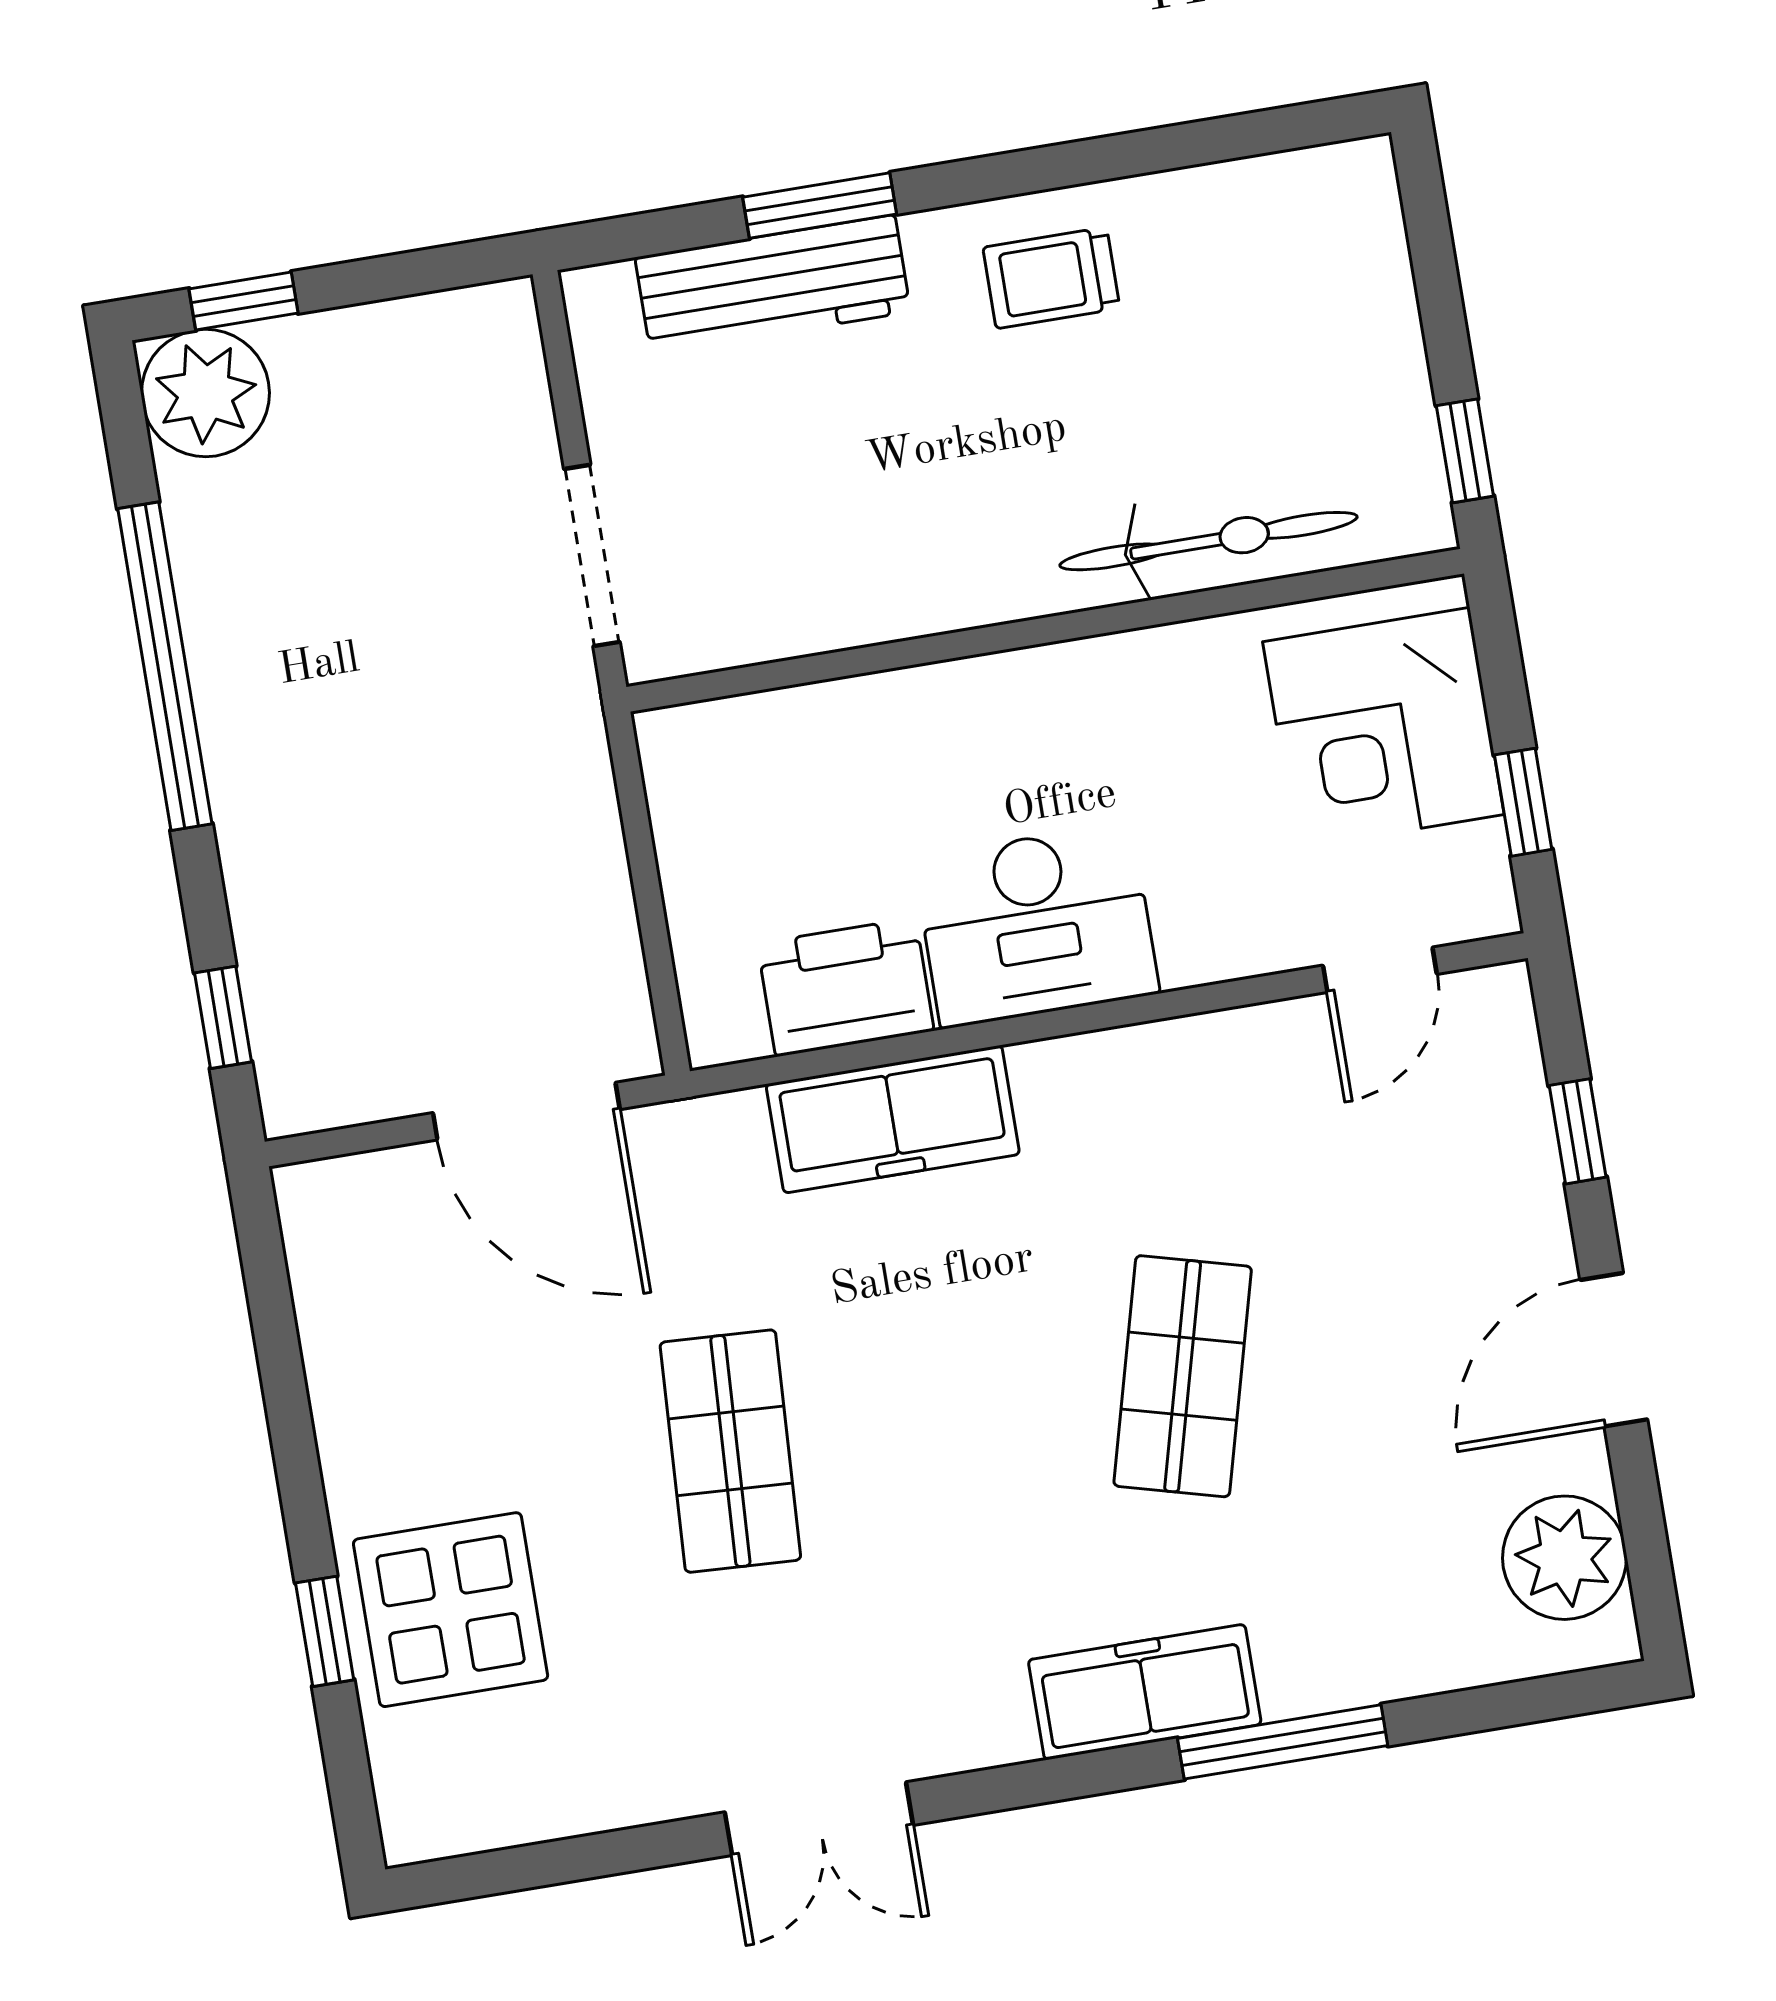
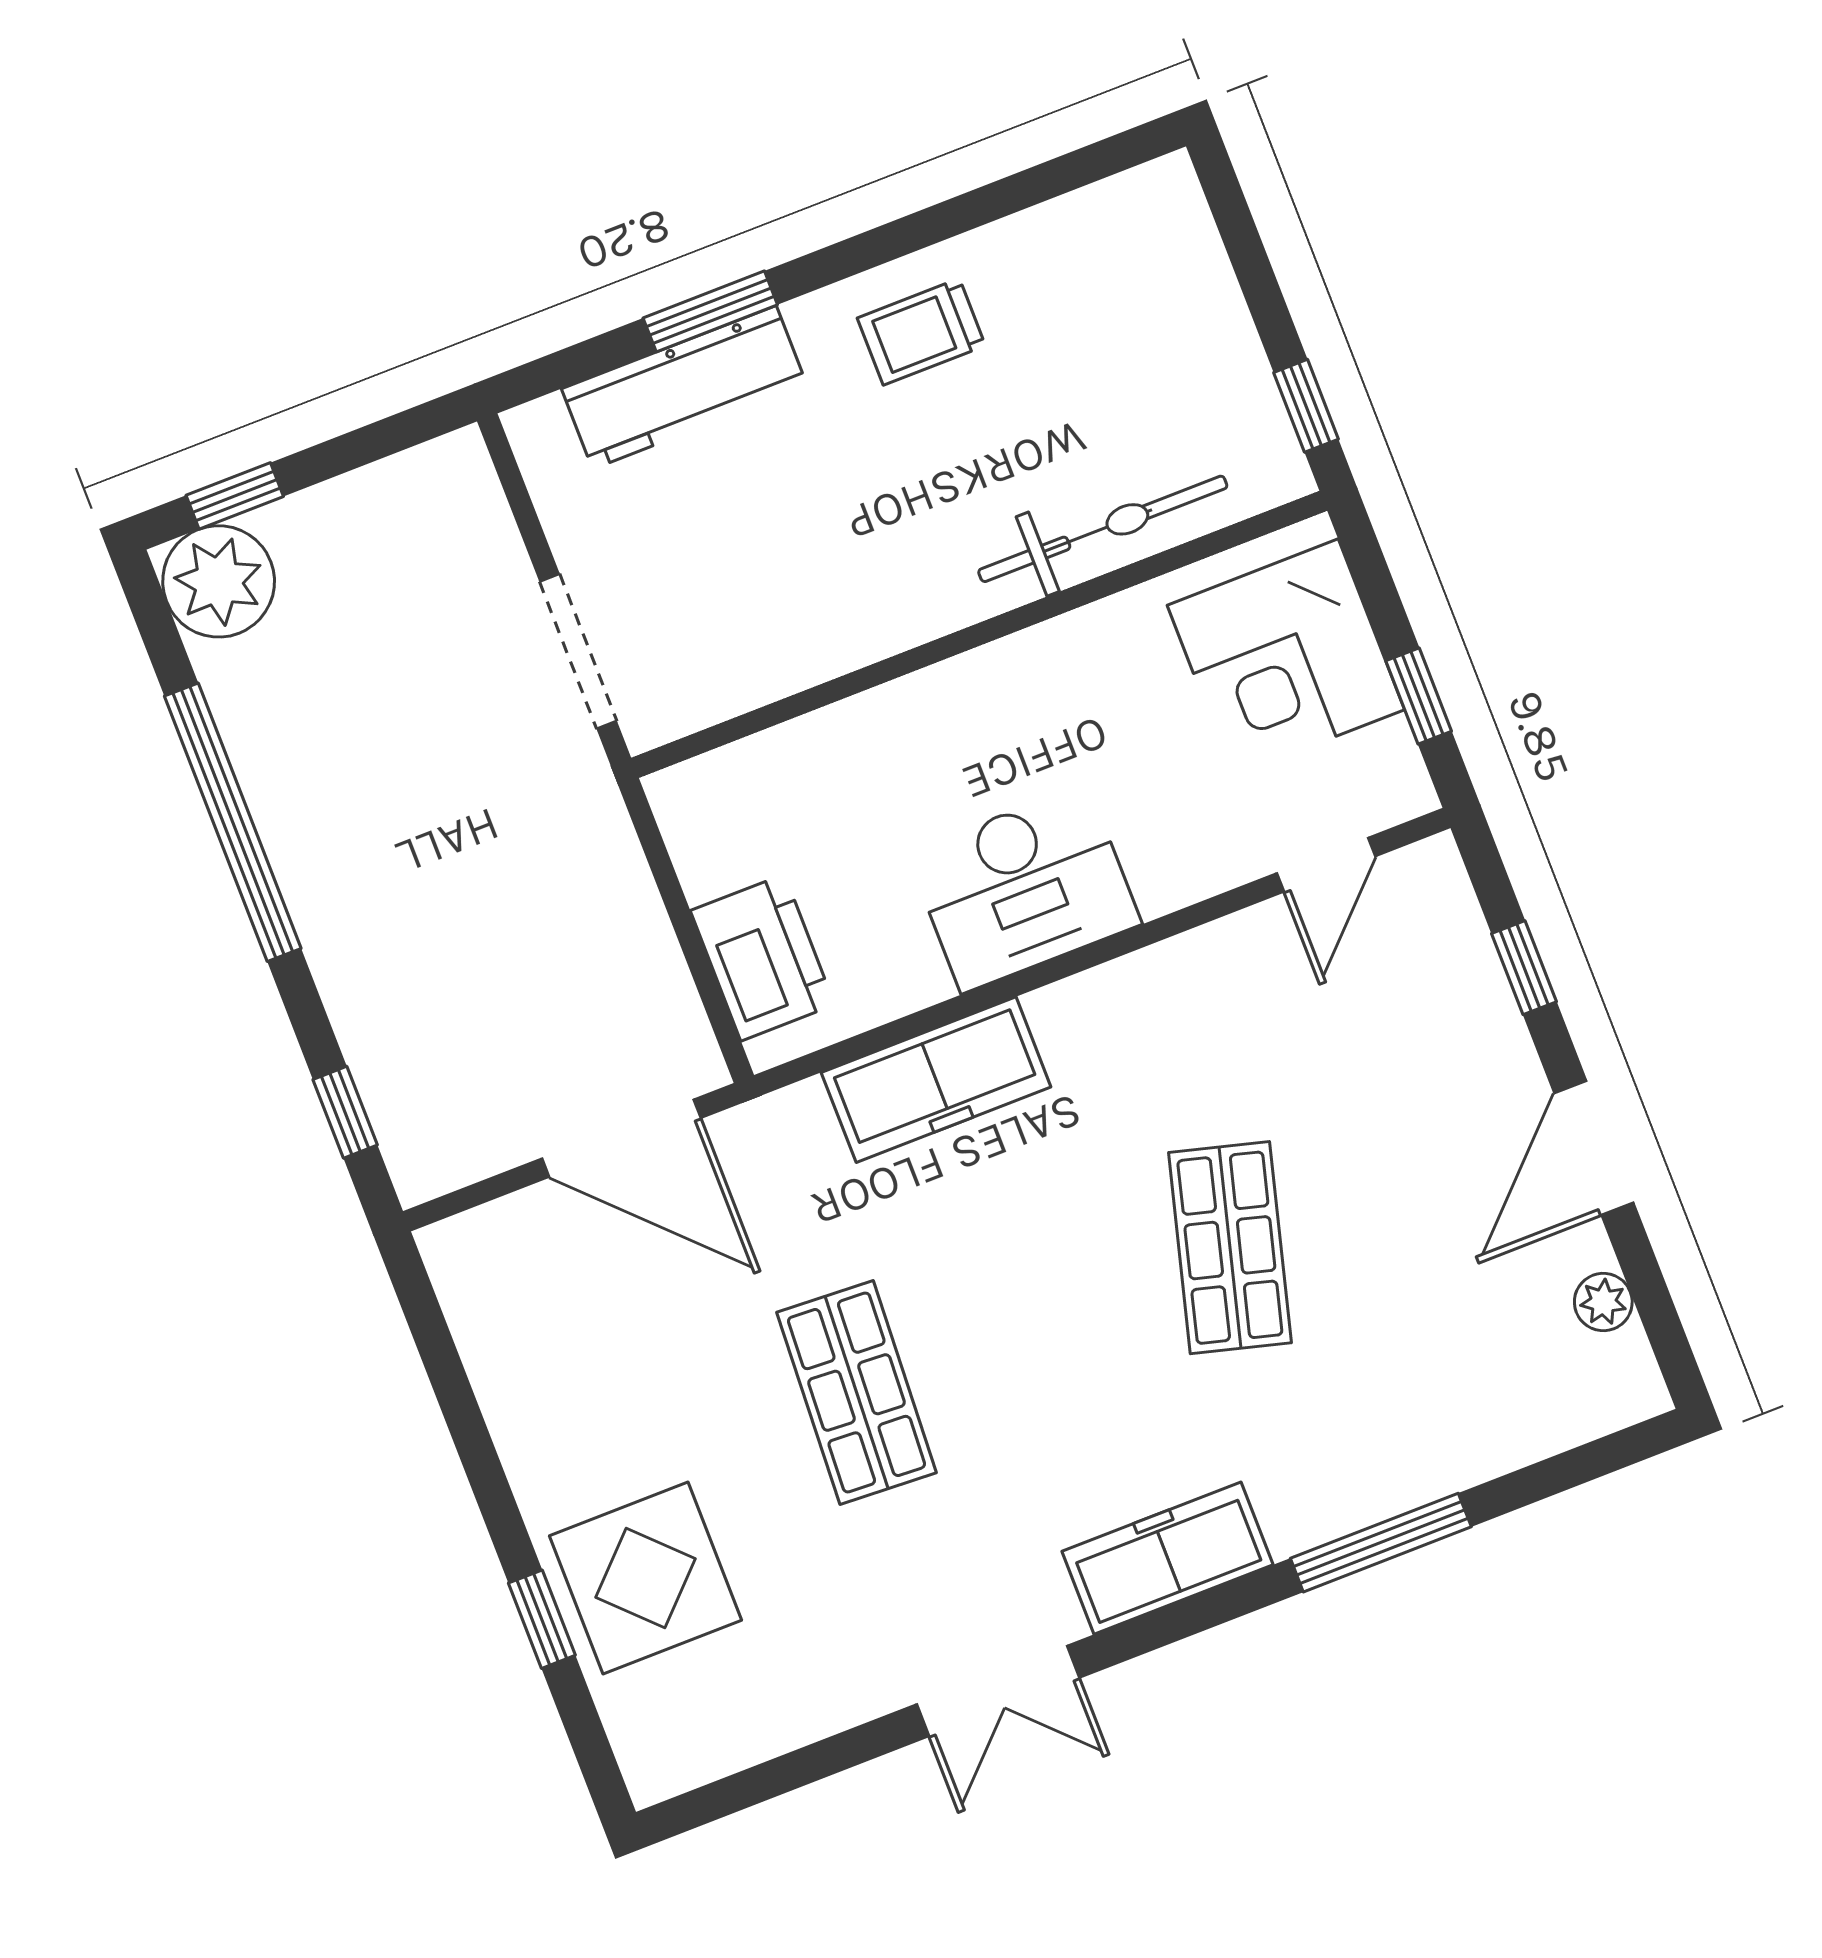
printer: (846, 987) -> (763, 958), moved, turned 90
plant: (1564, 1558) -> (1603, 1302), width x0.53, depth x0.53
freezer: (1145, 1692) -> (1167, 1558), moved

